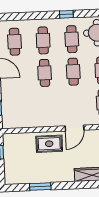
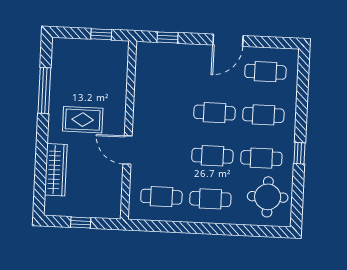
rug: (49, 144) -> (83, 120), moved, turned 90
window: (40, 187) -> (44, 91), width x1.44

